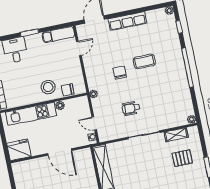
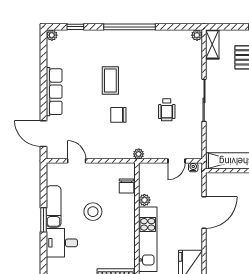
exam couch: (58, 35) -> (54, 206), moved
stool: (48, 87) -> (93, 212), moved
shelving: (176, 135) -> (212, 44), moved

